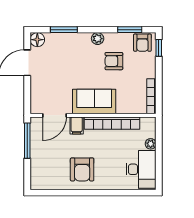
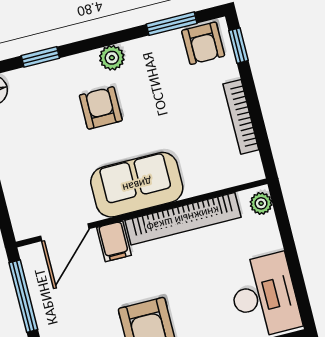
window: (64, 30) -> (40, 57), width x0.67
armchair: (114, 61) -> (101, 108), moved, turned 90
bookcase: (151, 96) -> (241, 117), moved
plant: (151, 144) -> (261, 203), moved

